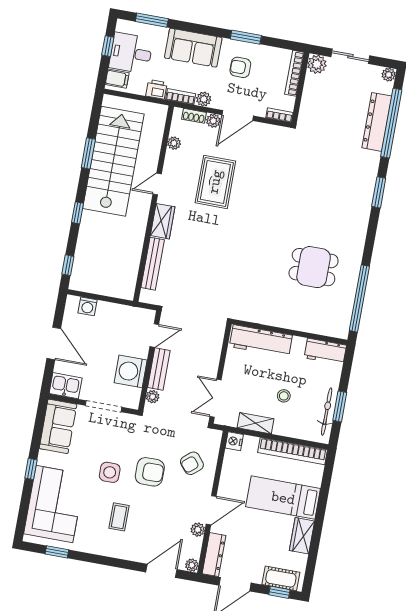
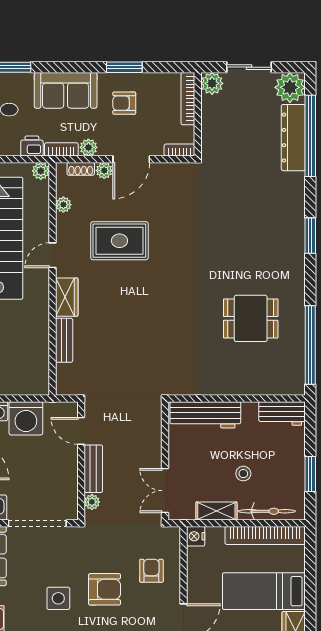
plant: (389, 75) -> (290, 87), width x1.88, depth x1.88
plant: (160, 111) -> (41, 171), added
rug: (215, 182) -> (119, 241), turned 90
window: (379, 192) -> (310, 236), moved
bench: (153, 264) -> (64, 340), width x0.73
door: (154, 336) -> (81, 431), swing flipped
washing machine: (131, 371) -> (26, 418), moved, turned -90
doorway: (104, 406) -> (37, 523), width x1.36
bicycle: (327, 412) -> (267, 511), moved, turned 90
armchair: (192, 463) -> (151, 571), turned 130

